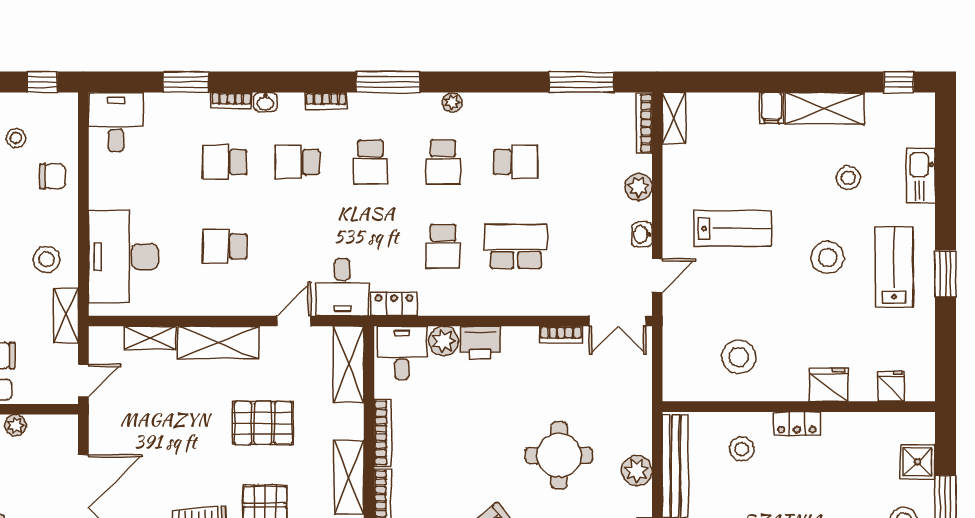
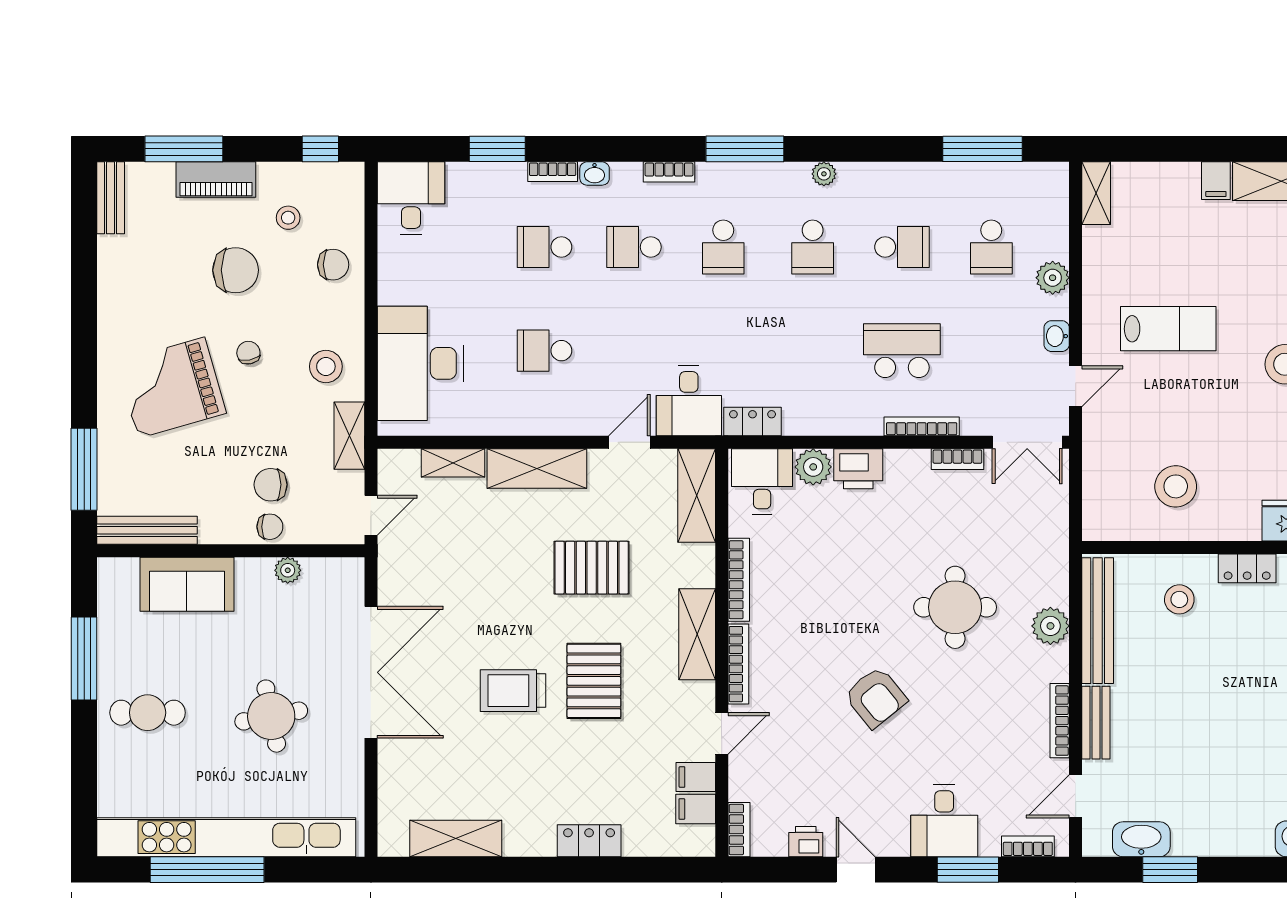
bookcase: (644, 123) -> (922, 426), moved, turned 90
school desk: (443, 246) -> (991, 247), moved

